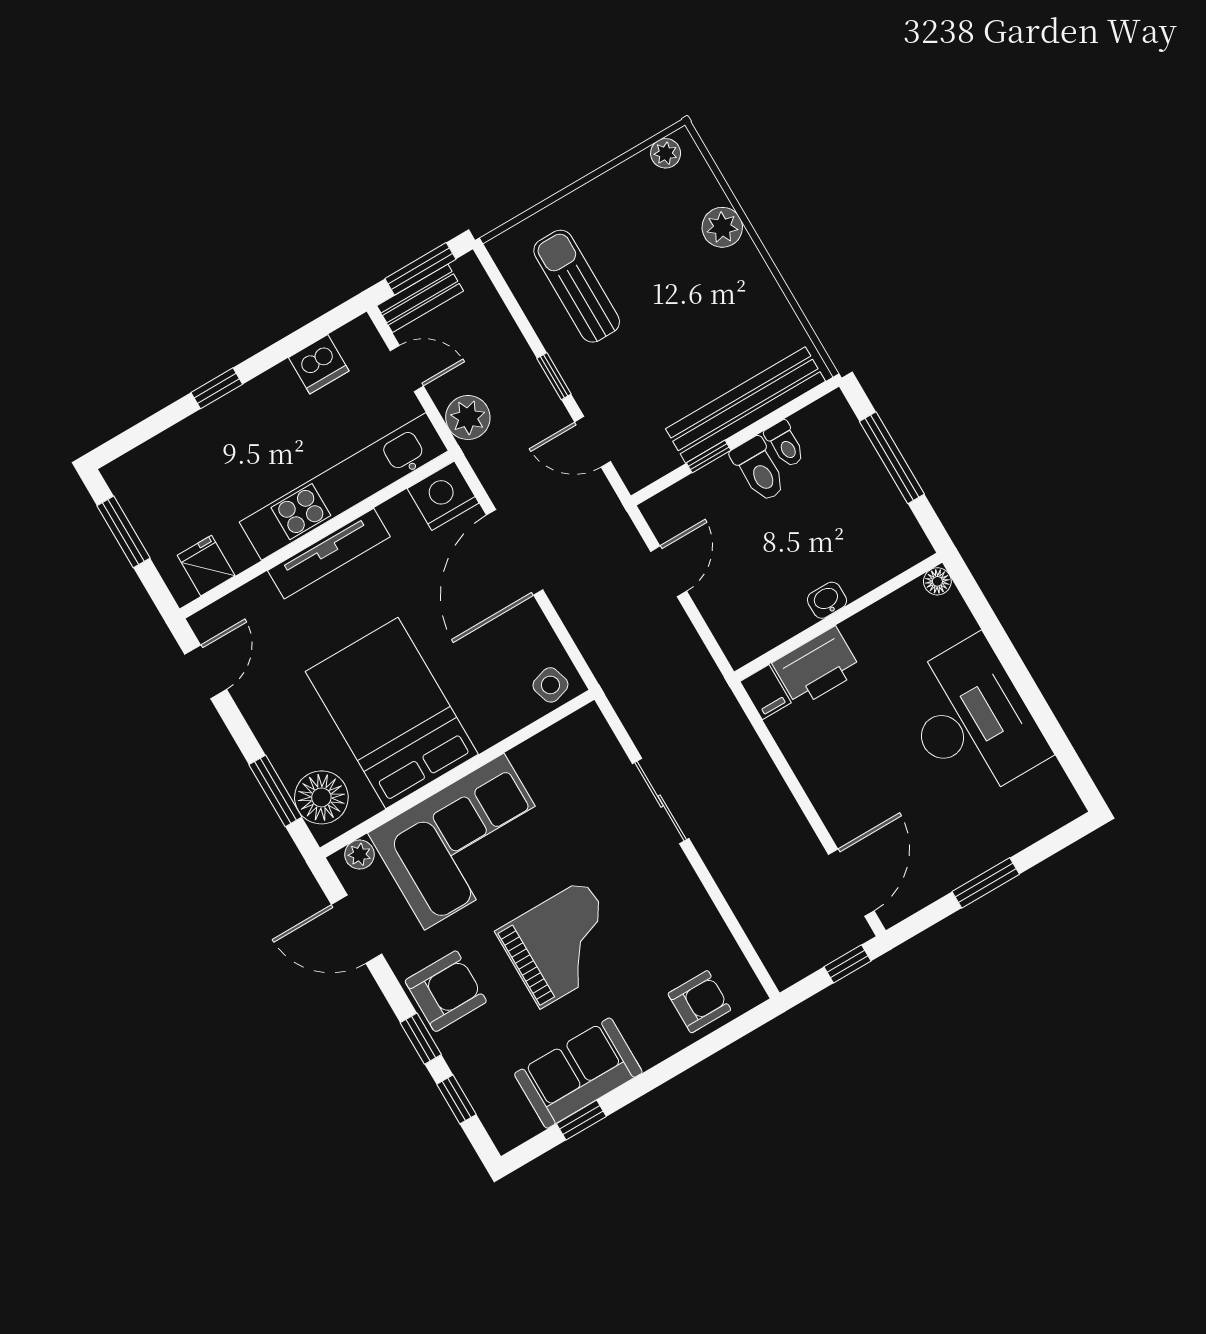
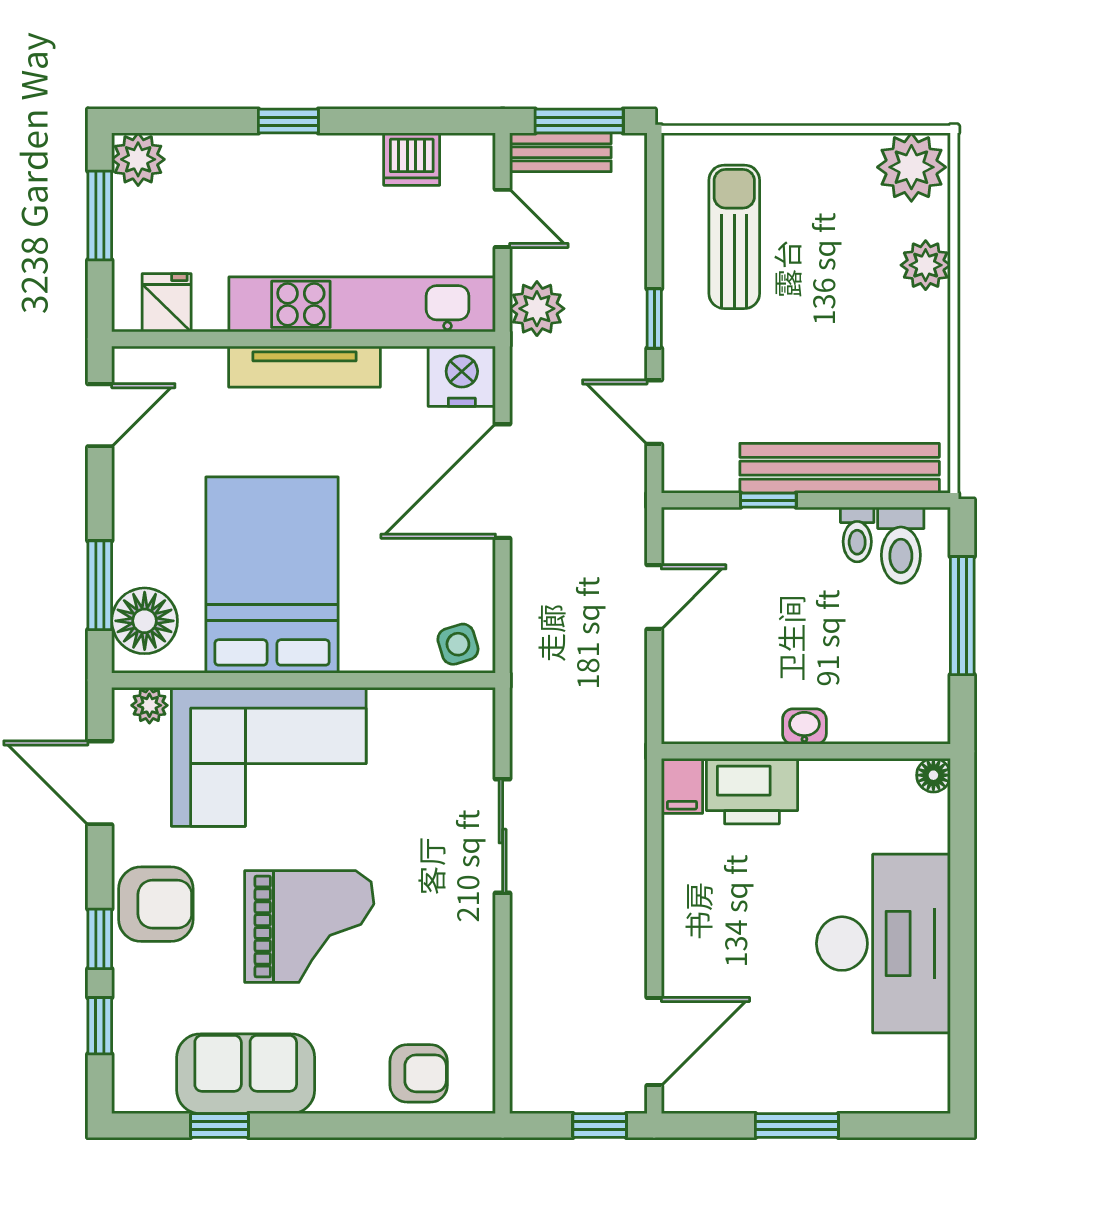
plant: (666, 153) -> (911, 167), width x1.88, depth x1.88
toilet: (759, 470) -> (901, 545), moved
plant: (127, 477) -> (138, 159), added

